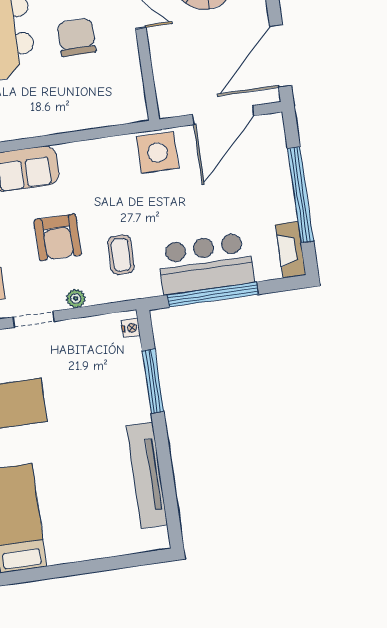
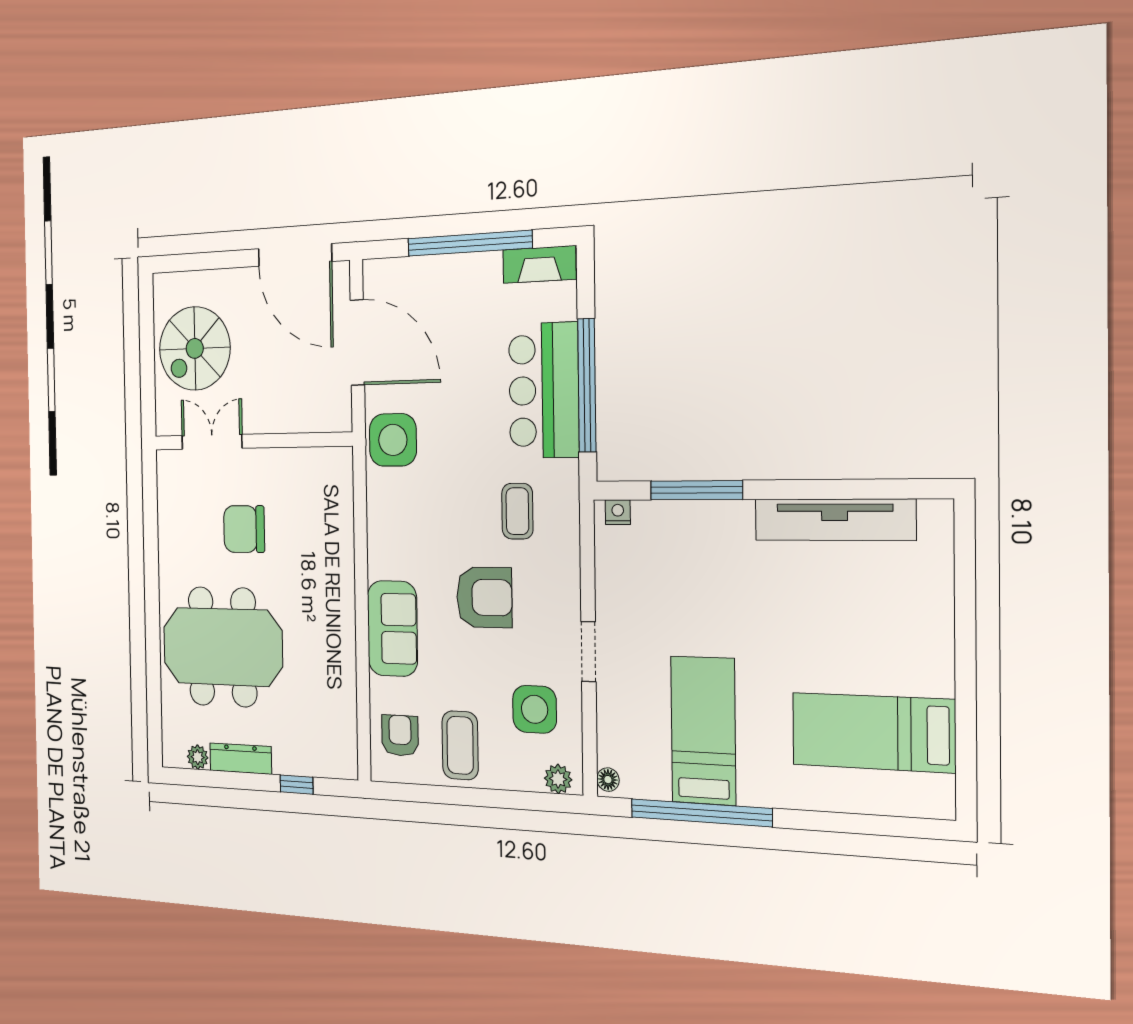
coffee table: (121, 255) -> (517, 511), turned 90
plant: (76, 299) -> (568, 586), removed

